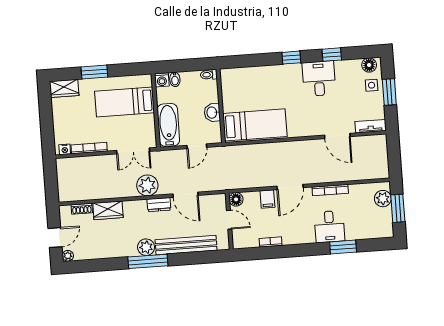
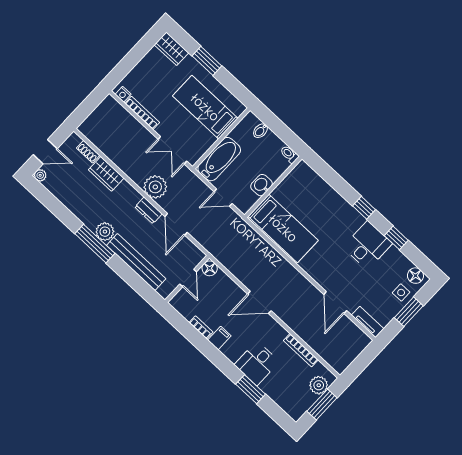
washing machine: (162, 80) -> (250, 121), removed
bookcase: (330, 190) -> (301, 350), moved
filing cabinet: (267, 199) -> (219, 338), moved, turned 180

